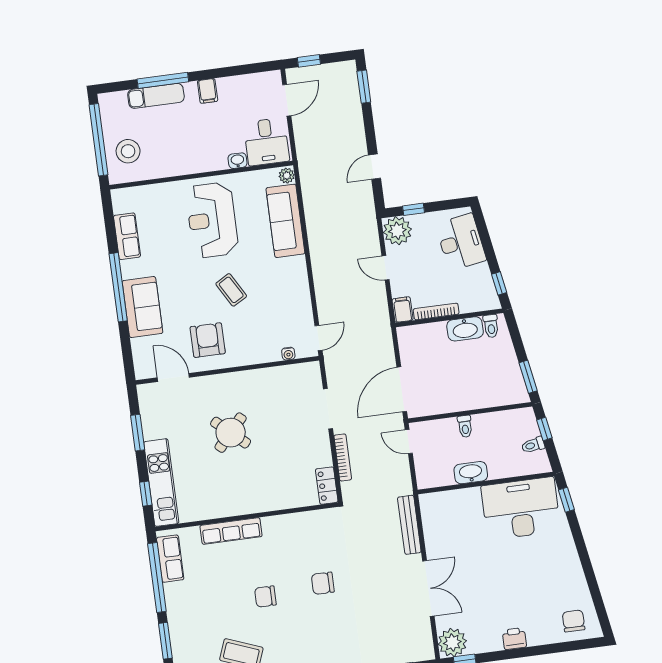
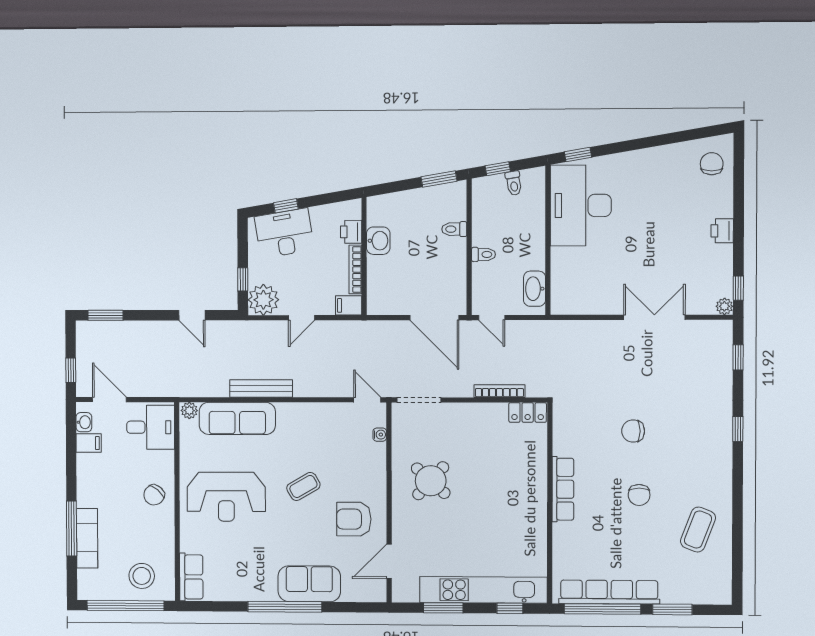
filing cabinet: (208, 91) -> (89, 443), moved
chair: (204, 153) -> (154, 495), added
washbasin: (238, 161) -> (84, 422), moved, turned 180
row of seats: (127, 236) -> (191, 577), moved, turned 90
window: (499, 283) -> (286, 206), moved
printer: (470, 303) -> (351, 232), added
toilet: (491, 326) -> (454, 229), moved, turned 180
washbasin: (465, 329) -> (378, 241), width x0.72
doorway: (328, 409) -> (419, 400), moved
round table: (231, 433) -> (431, 481), moved
door: (409, 442) -> (492, 318), hinge flipped
washbasin: (471, 473) -> (535, 289), moved
kitchen unit: (161, 483) -> (483, 590), width x1.36
bench: (409, 525) -> (261, 388), moved
row of seats: (231, 531) -> (563, 489), moved
row of seats: (170, 559) -> (609, 592), width x2.02
chair: (323, 583) -> (633, 431), turned 90
chair: (574, 621) -> (712, 164), turned 90
plant: (452, 642) -> (724, 306), width x0.53, depth x0.53

